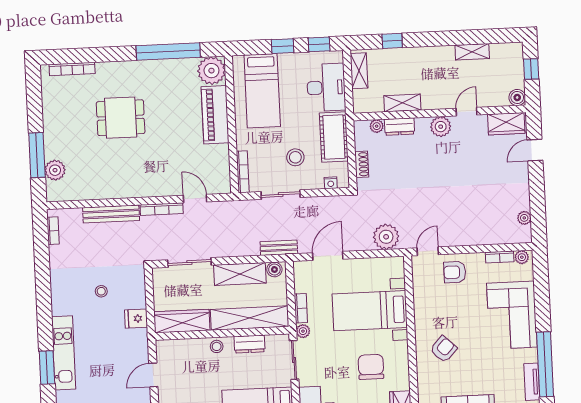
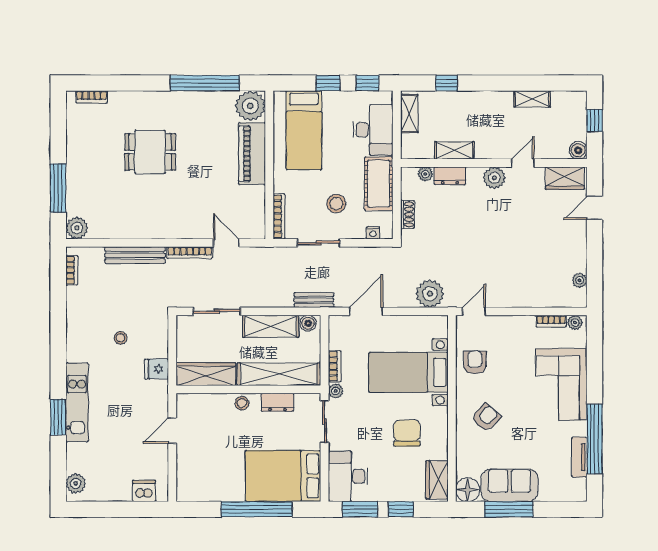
bookcase: (72, 69) -> (92, 97), width x0.64
plant: (55, 170) -> (77, 228), moved
armchair: (455, 272) -> (475, 362), moved, turned 90

